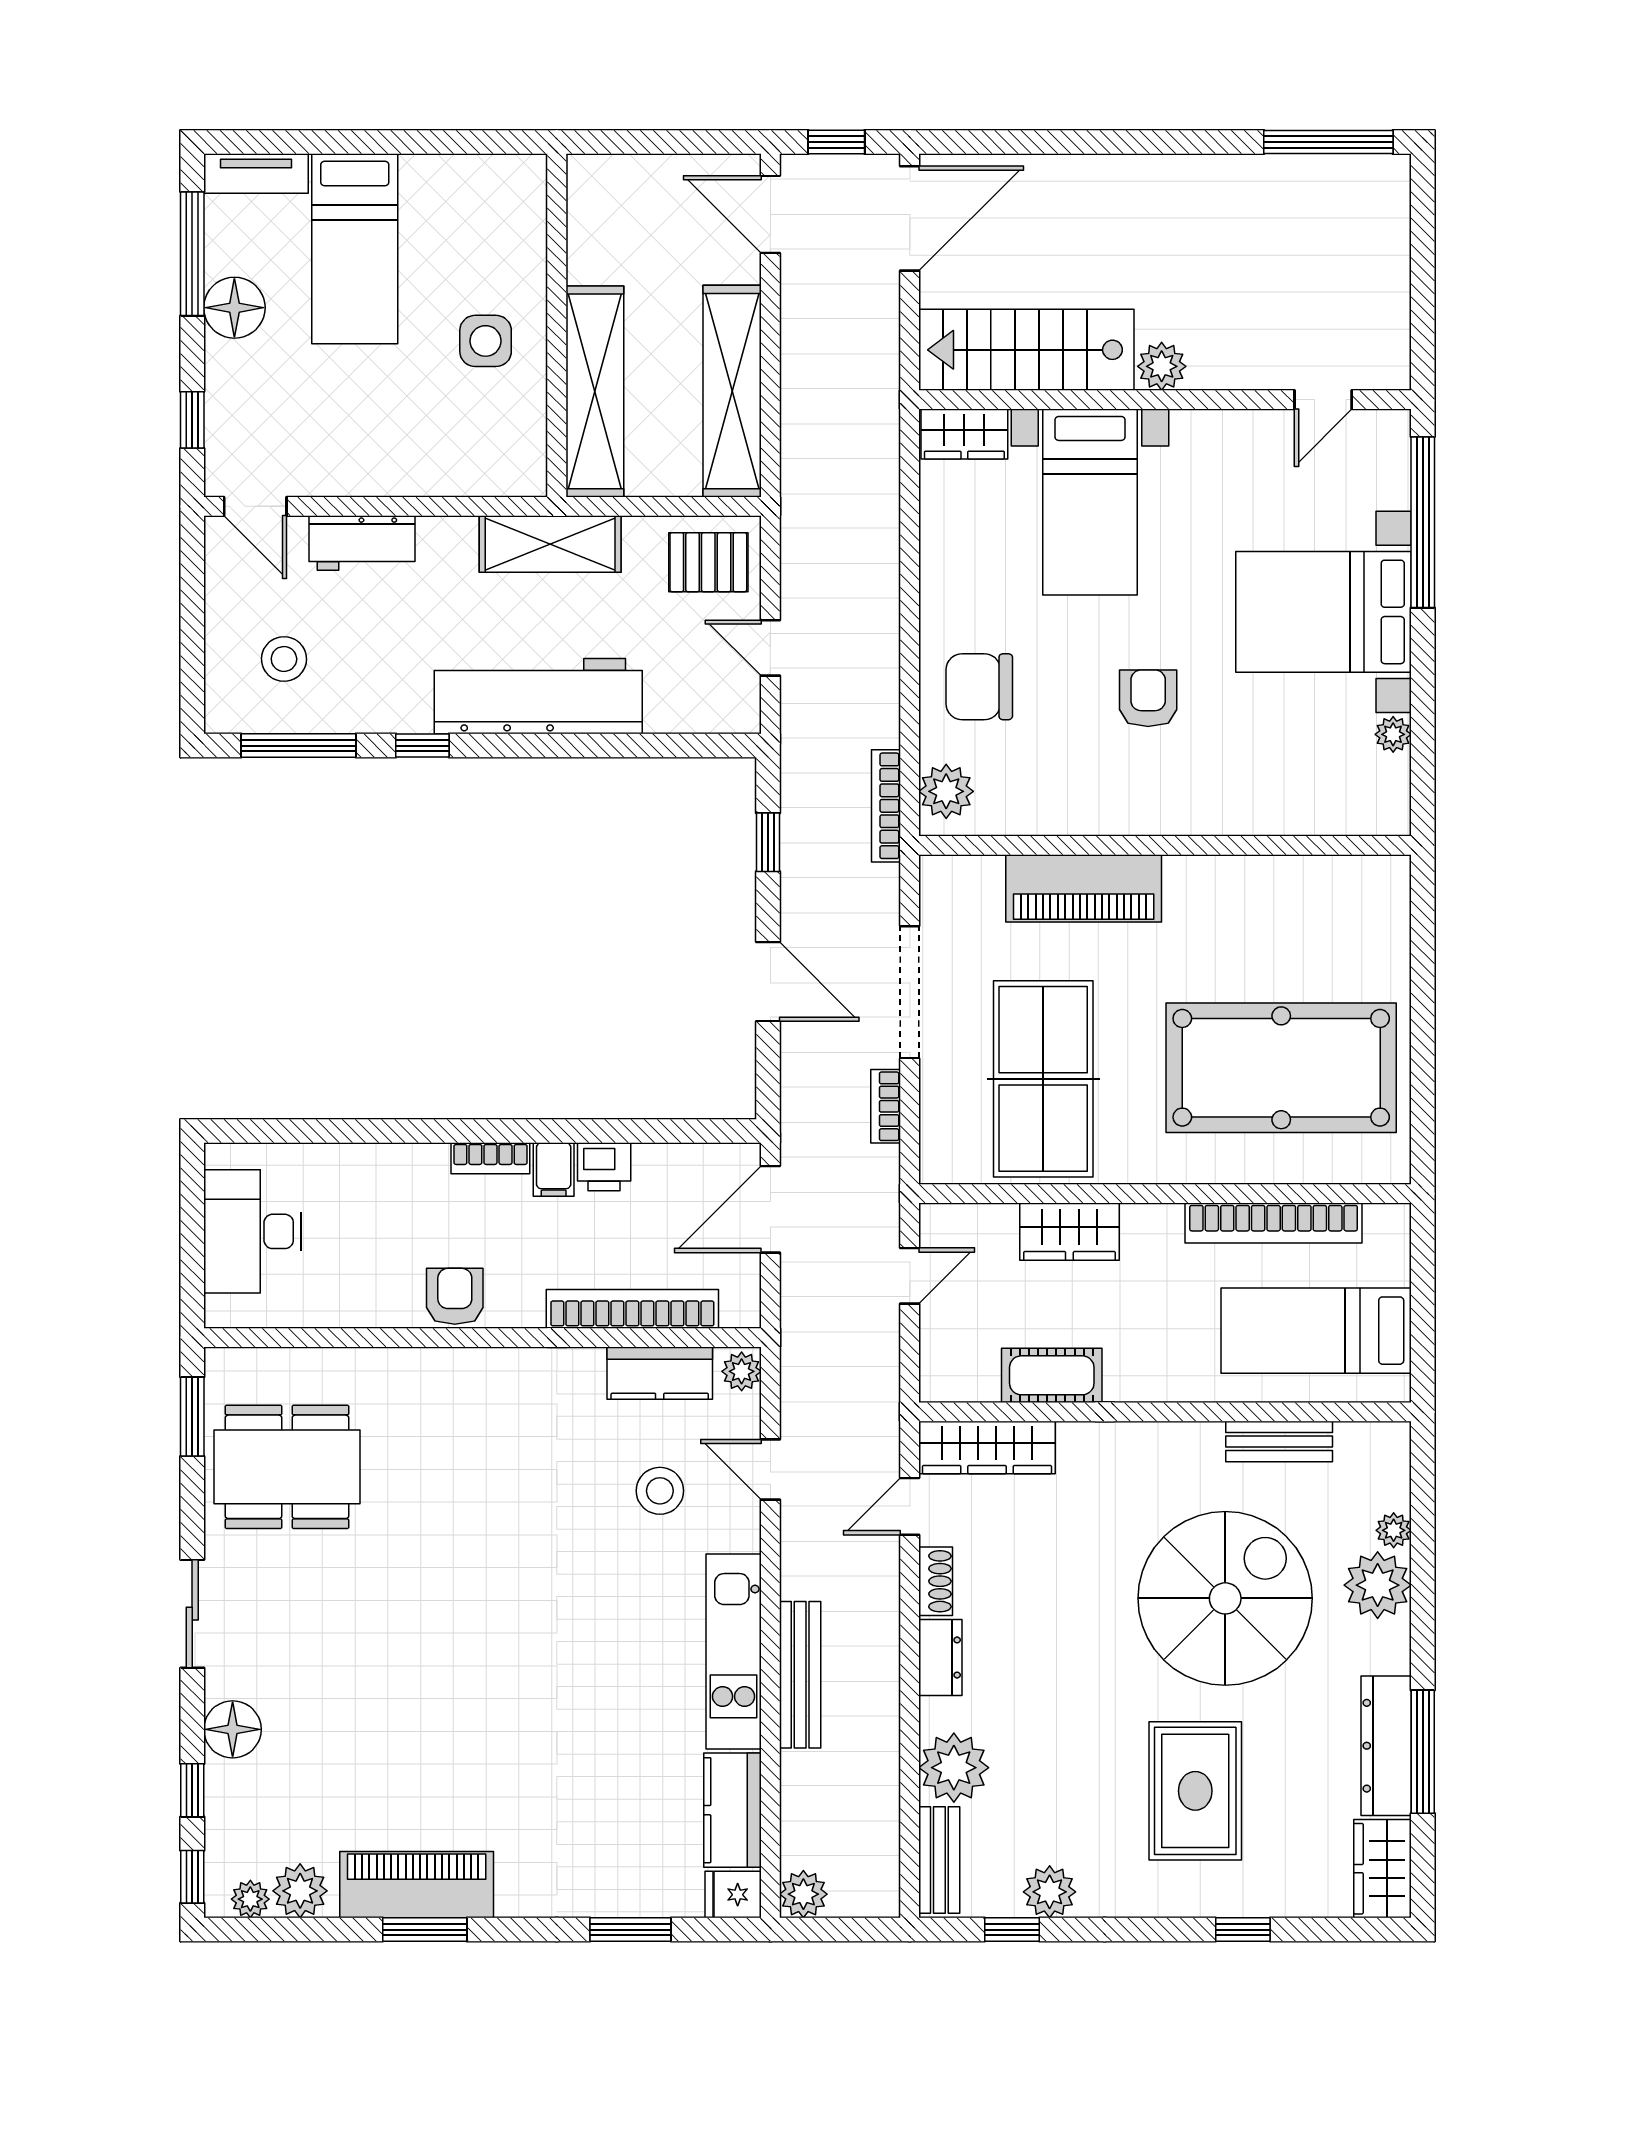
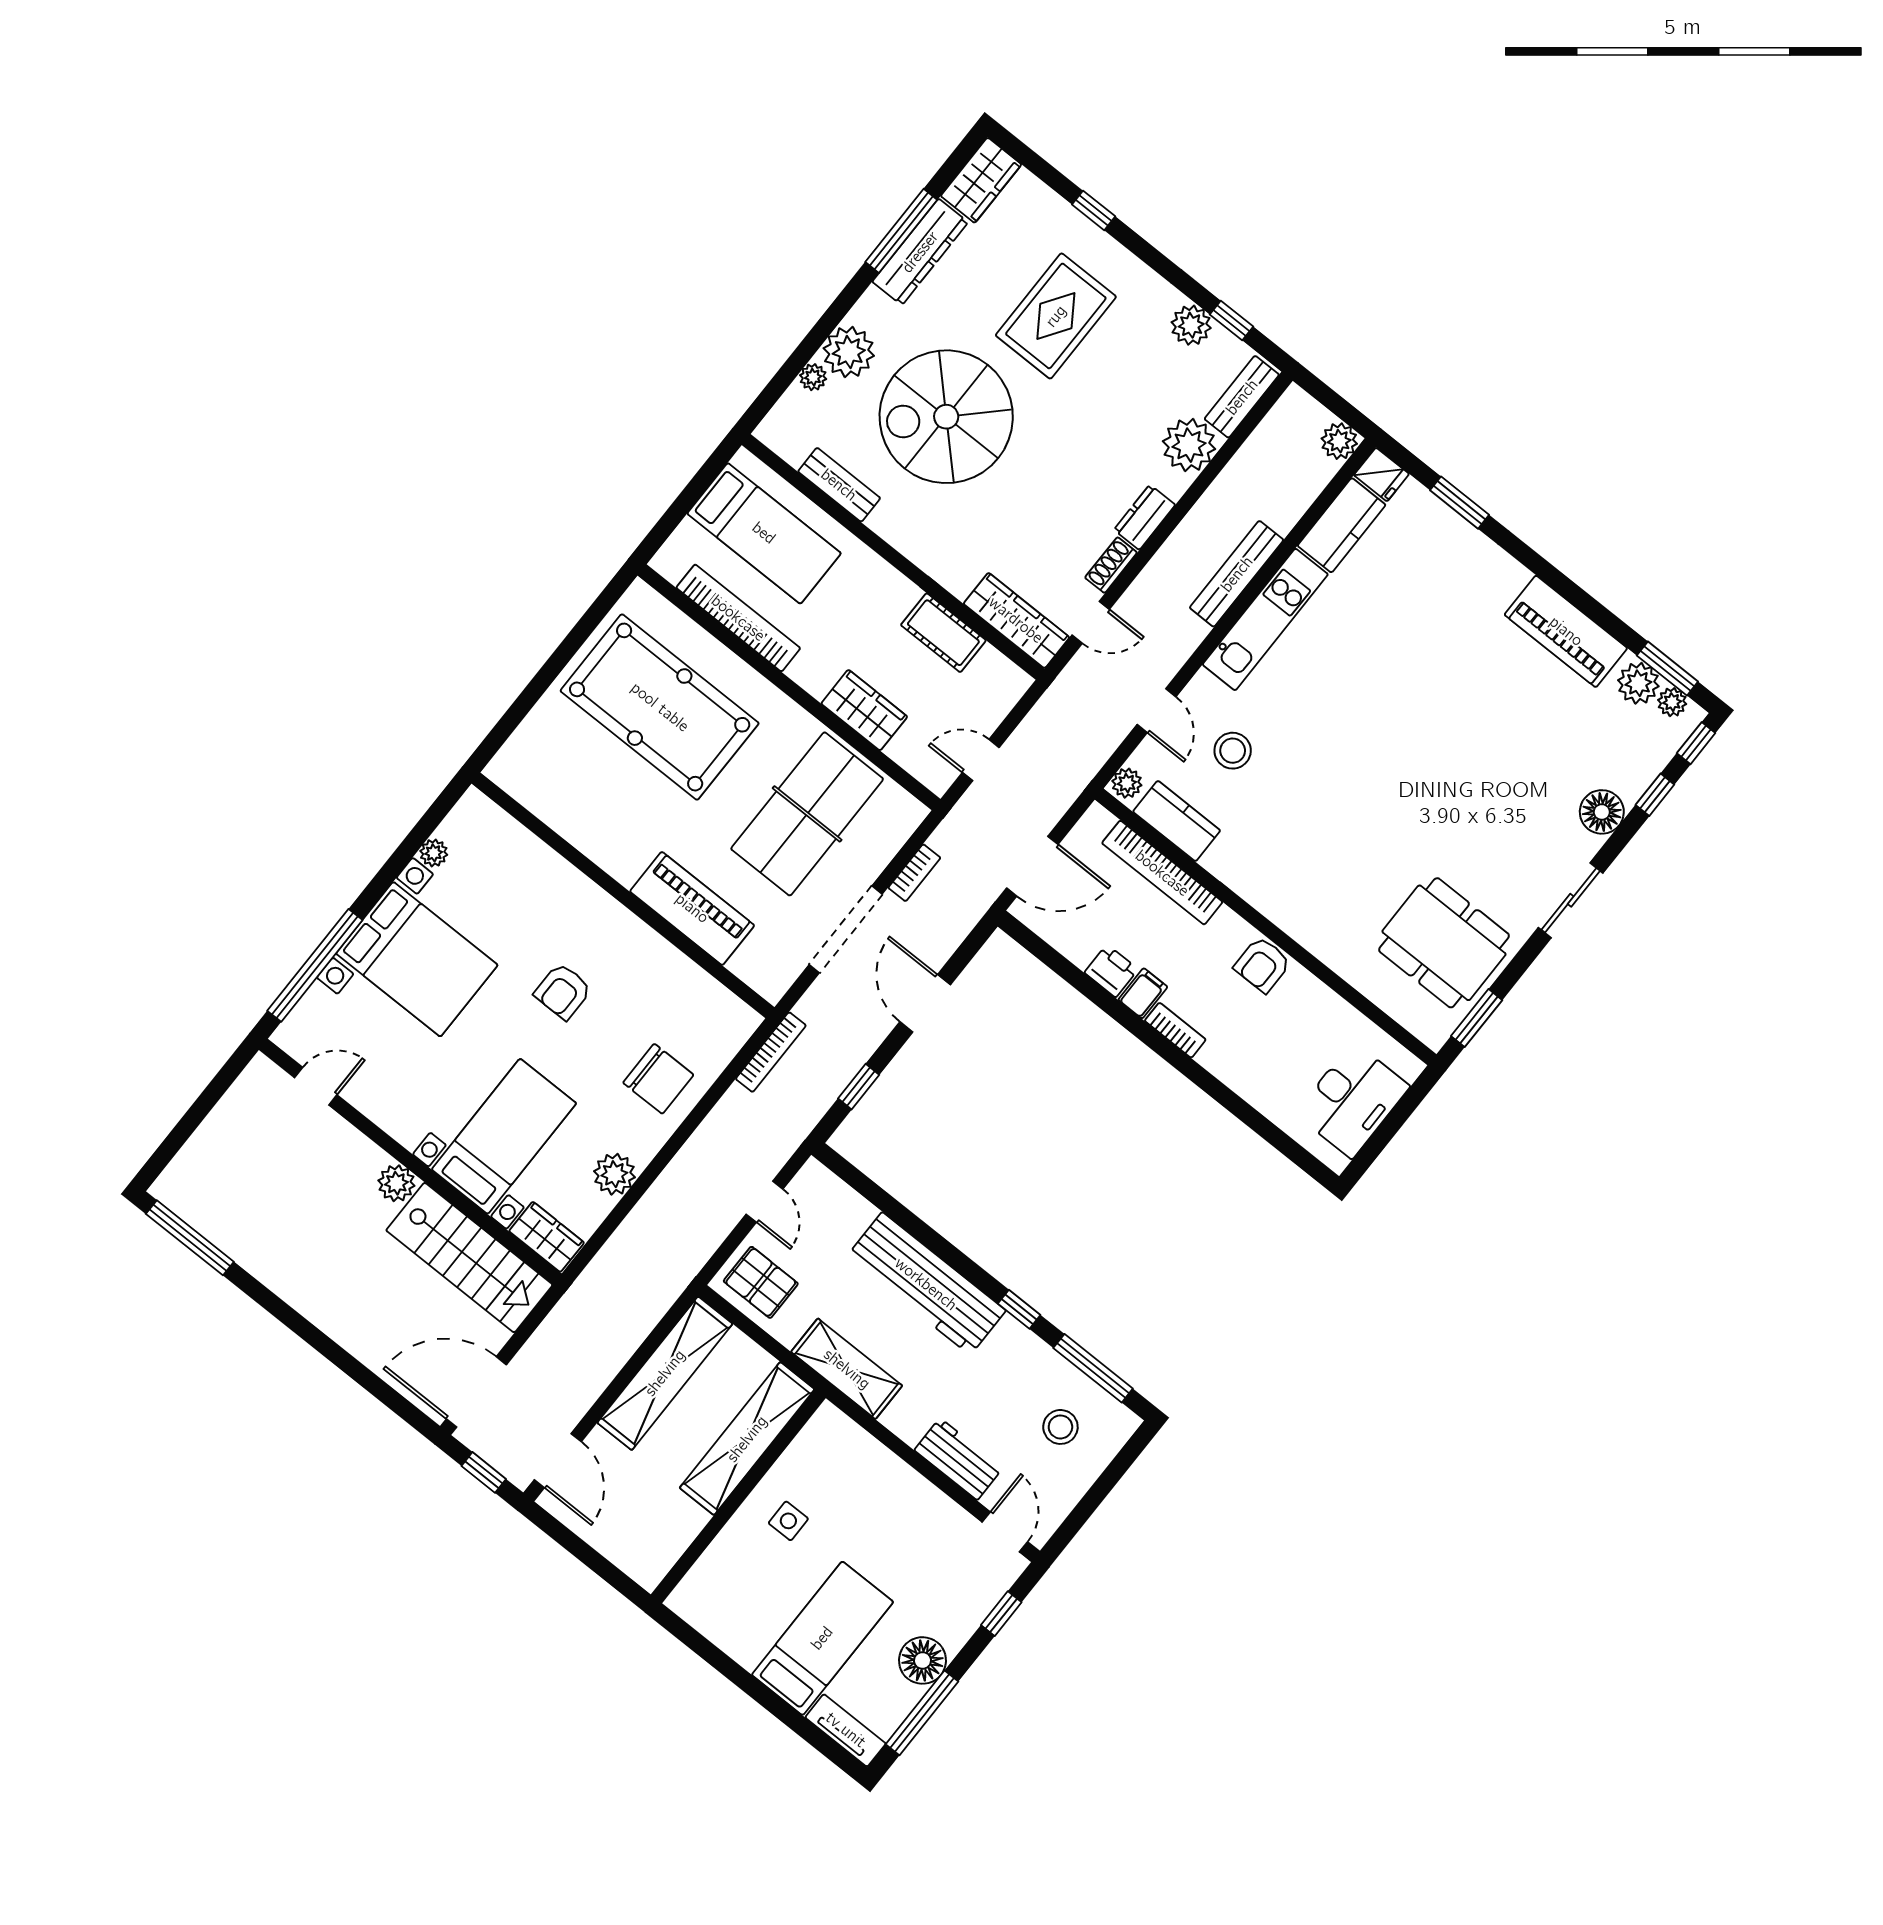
side table: (486, 341) -> (788, 1521), width x0.73, depth x0.73
plant: (946, 791) -> (614, 1174), moved
window: (425, 1930) -> (1667, 669), moved

